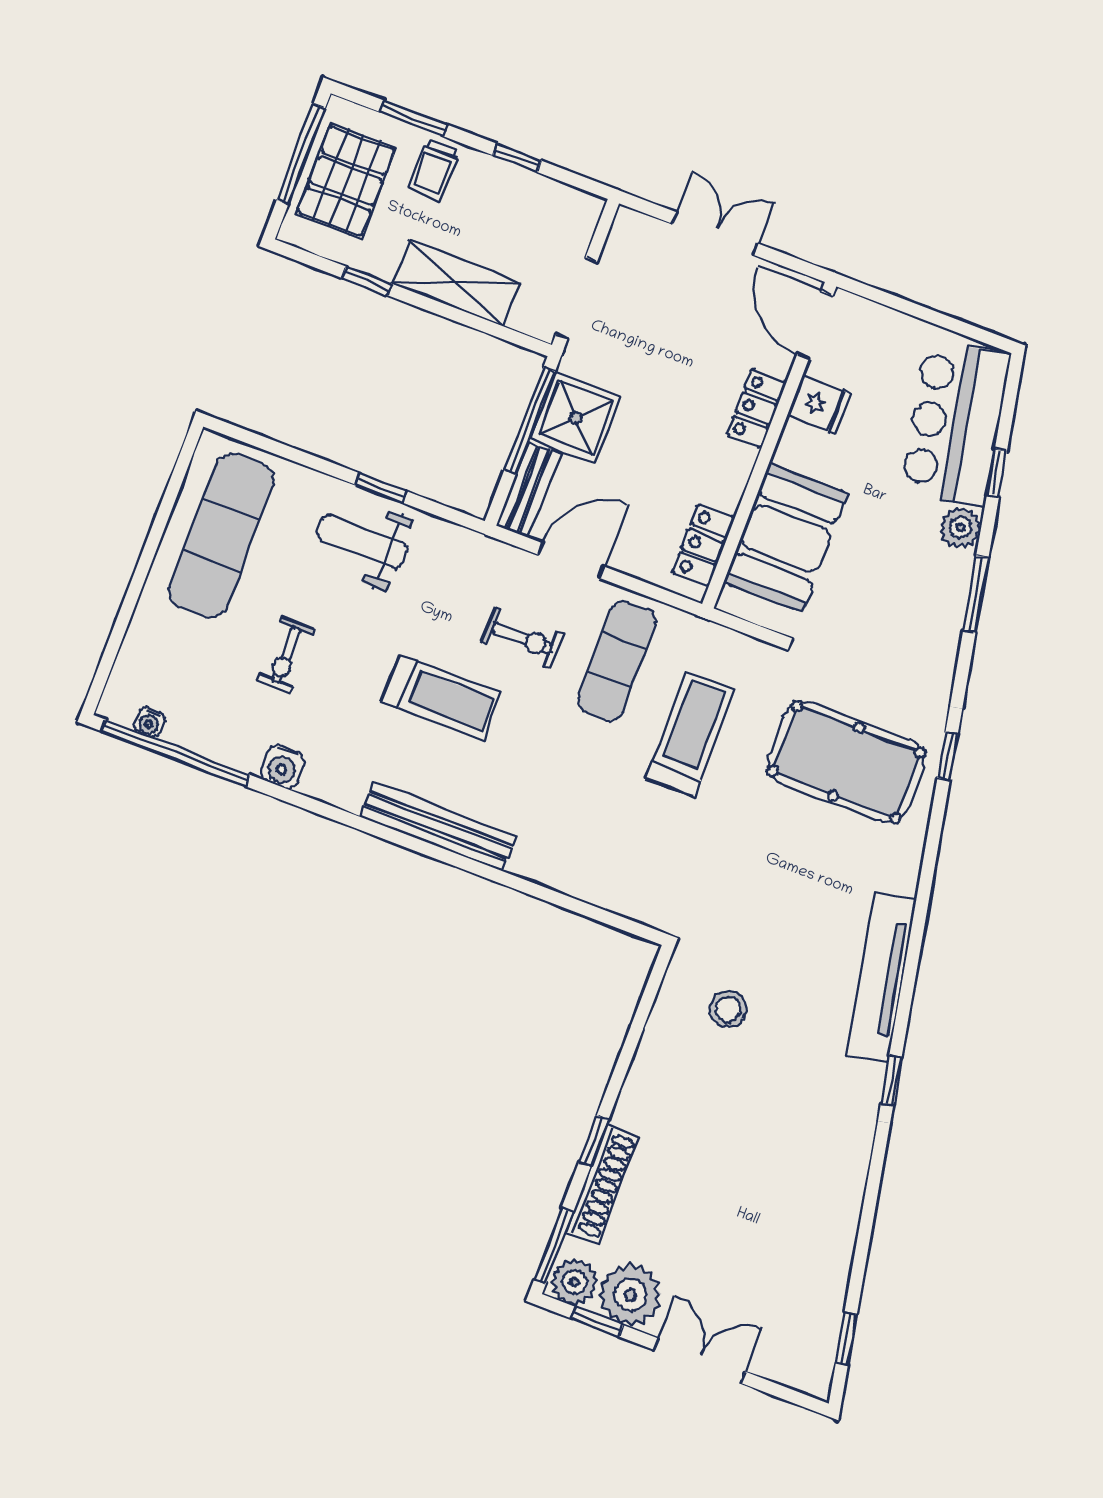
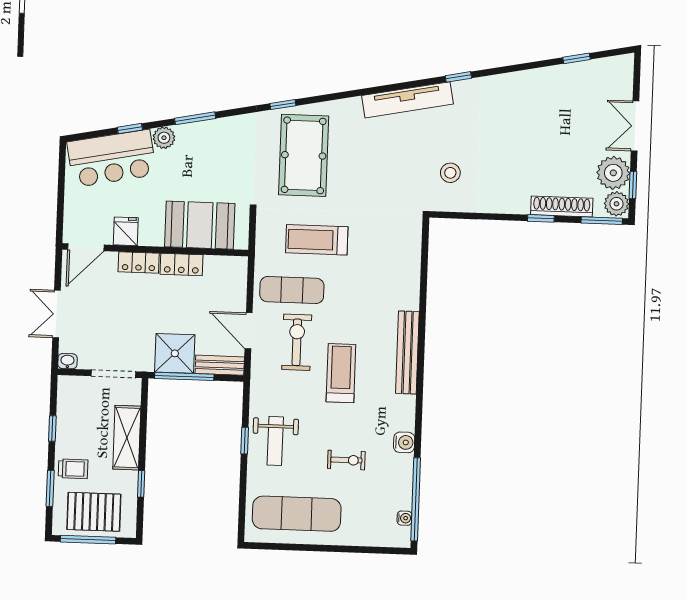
washbasin: (626, 225) -> (68, 361), added
locker: (704, 545) -> (181, 265), moved
exercise bike: (522, 638) -> (297, 342), width x1.38, depth x1.39
window: (846, 1338) -> (576, 58), moved

